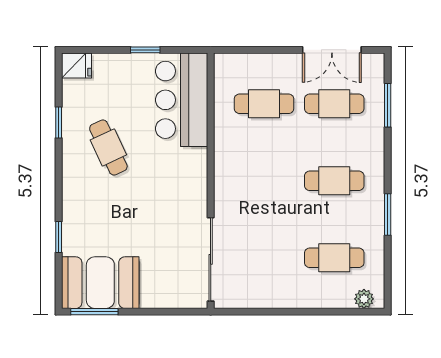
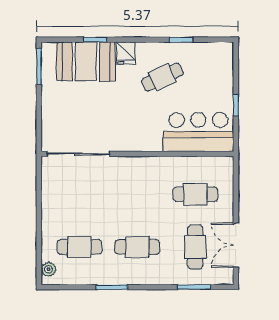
fridge: (76, 66) -> (126, 53), moved
cafe table: (264, 104) -> (195, 194), turned 90
cafe table: (334, 181) -> (137, 247), turned 90
cafe table: (334, 258) -> (79, 247), turned 90
booth: (100, 283) -> (86, 61), moved, turned 90

